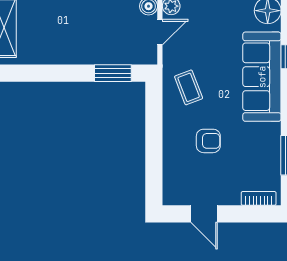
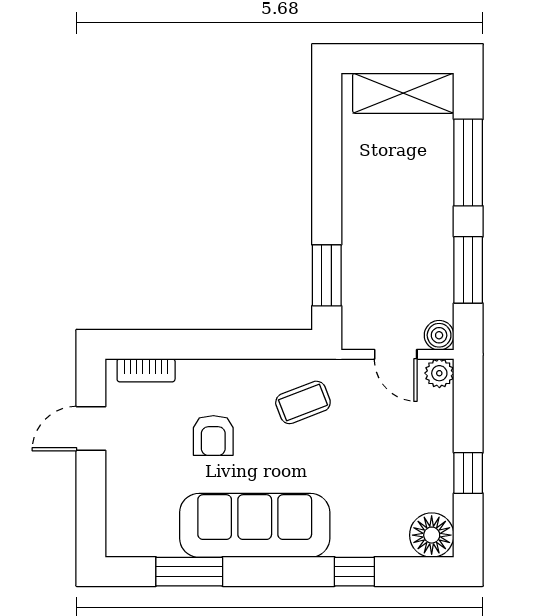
sofa: (262, 77) -> (255, 525), moved
bookcase: (259, 198) -> (146, 370), moved, turned 90

